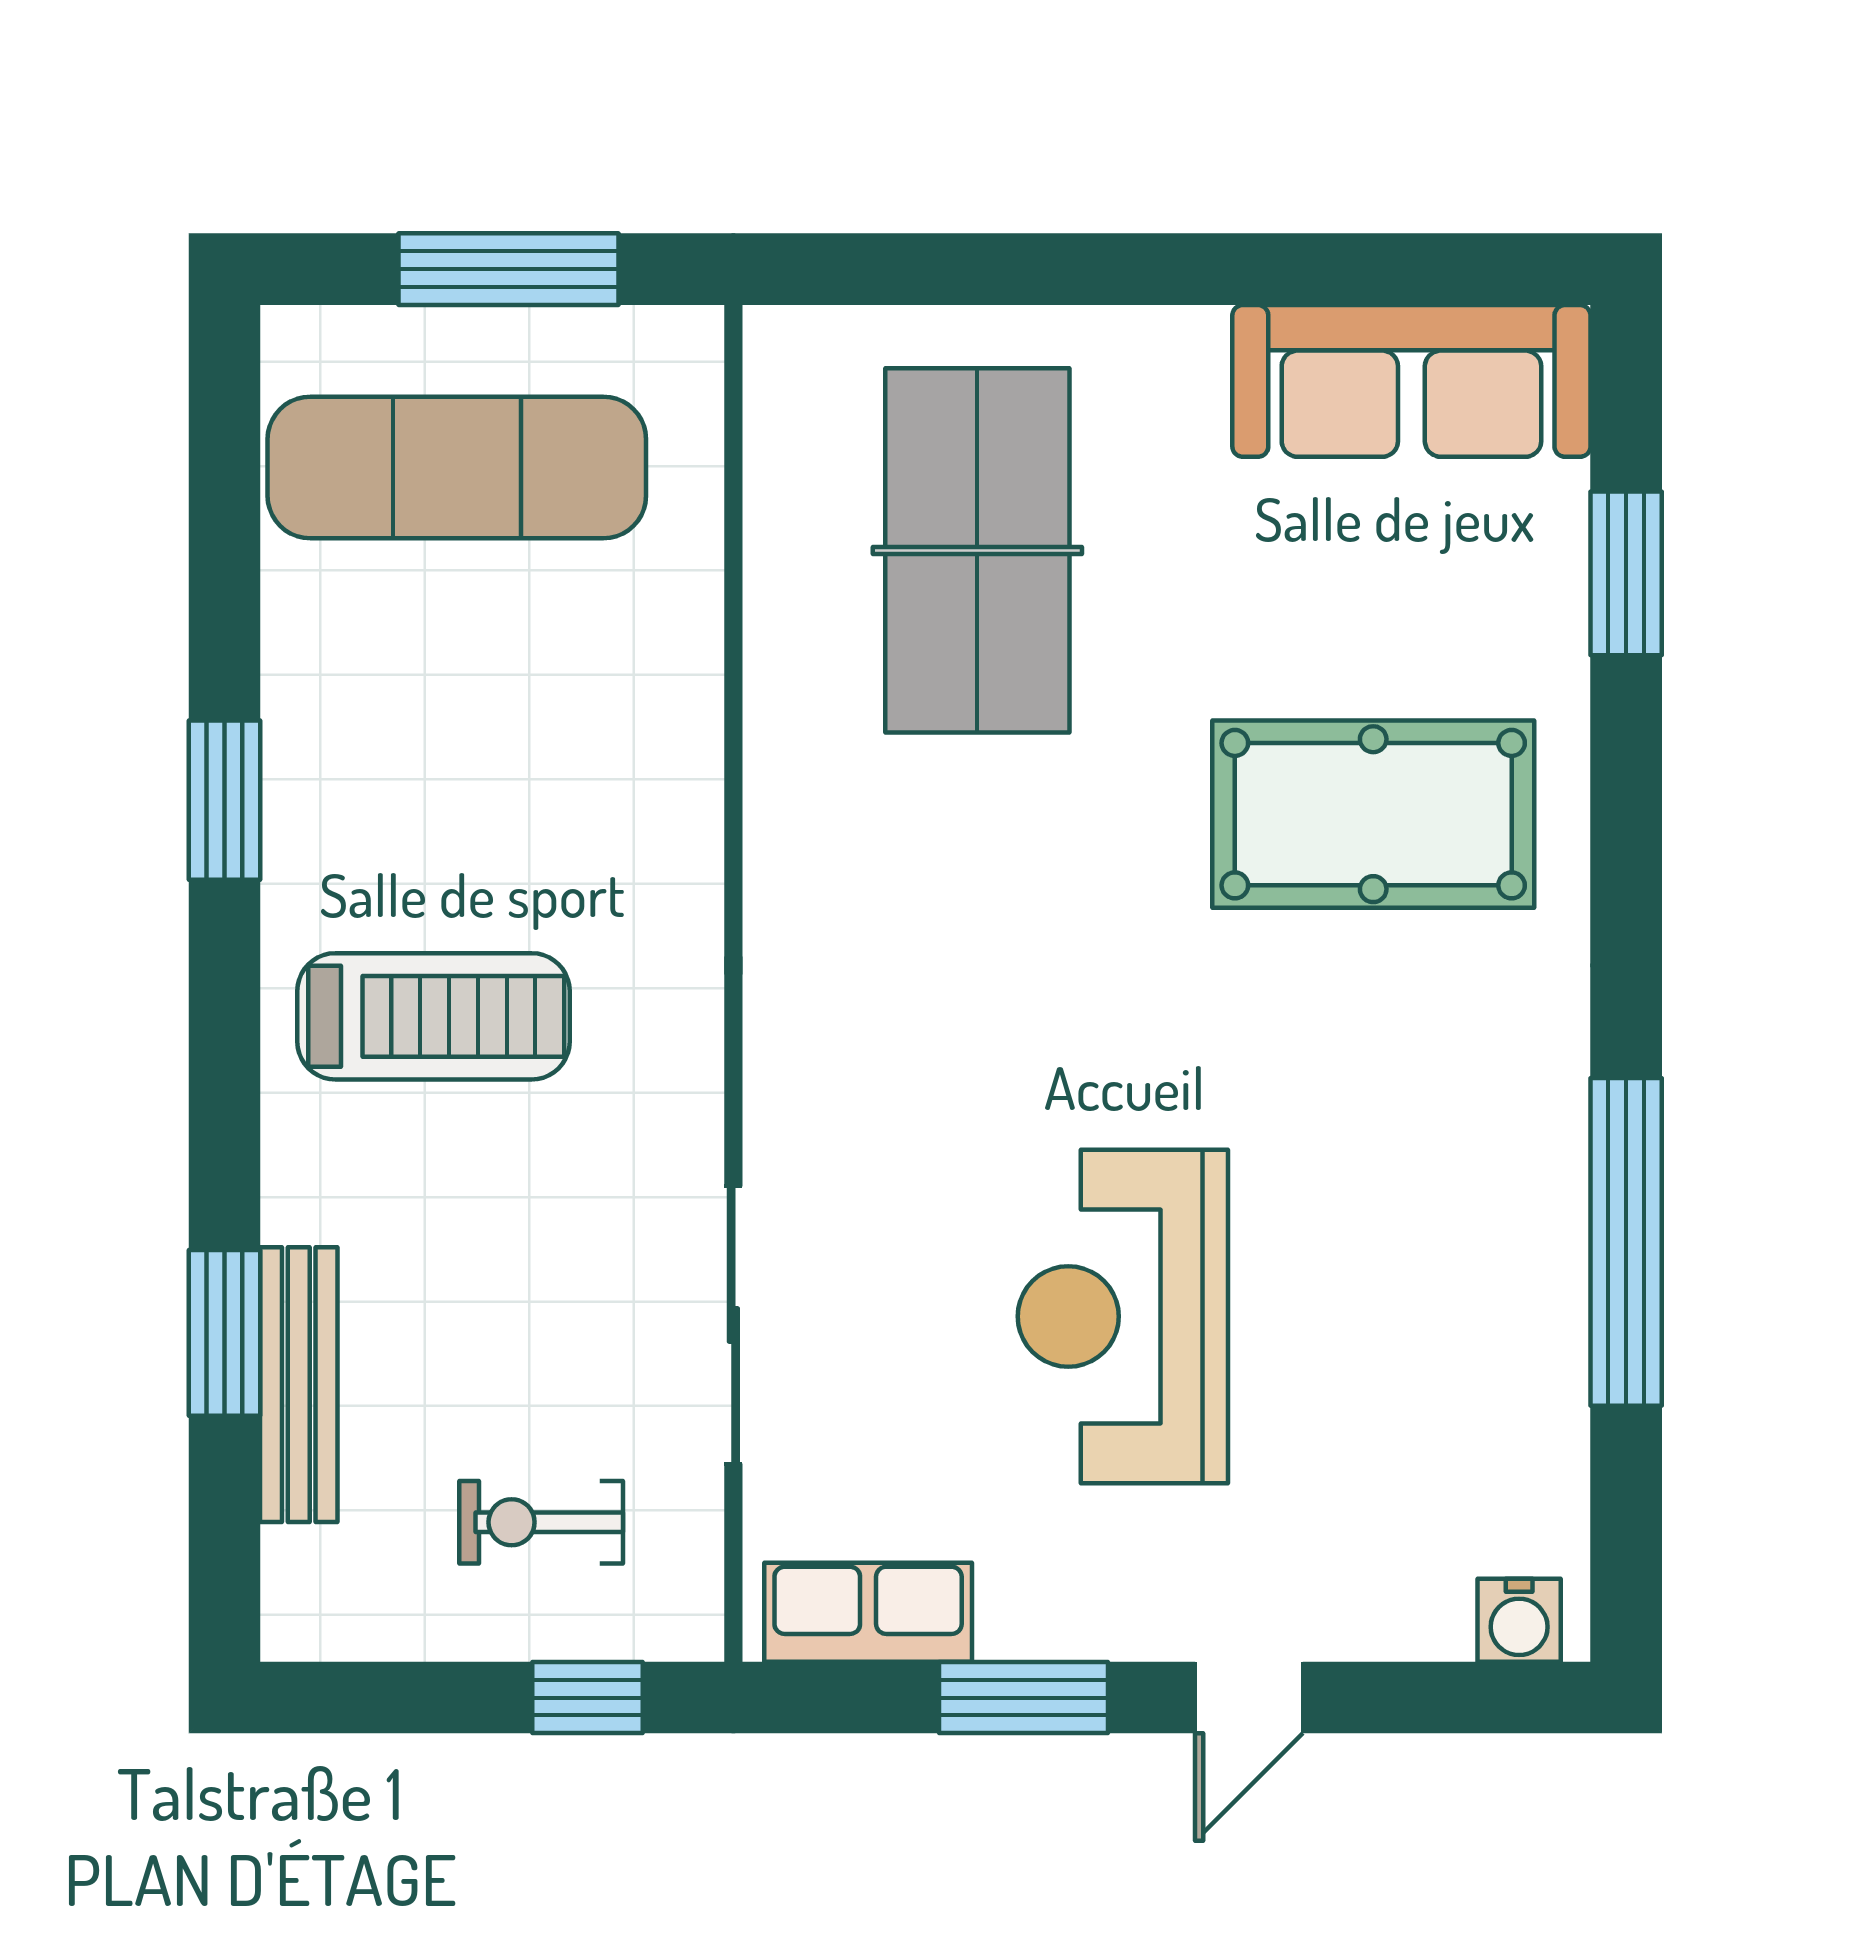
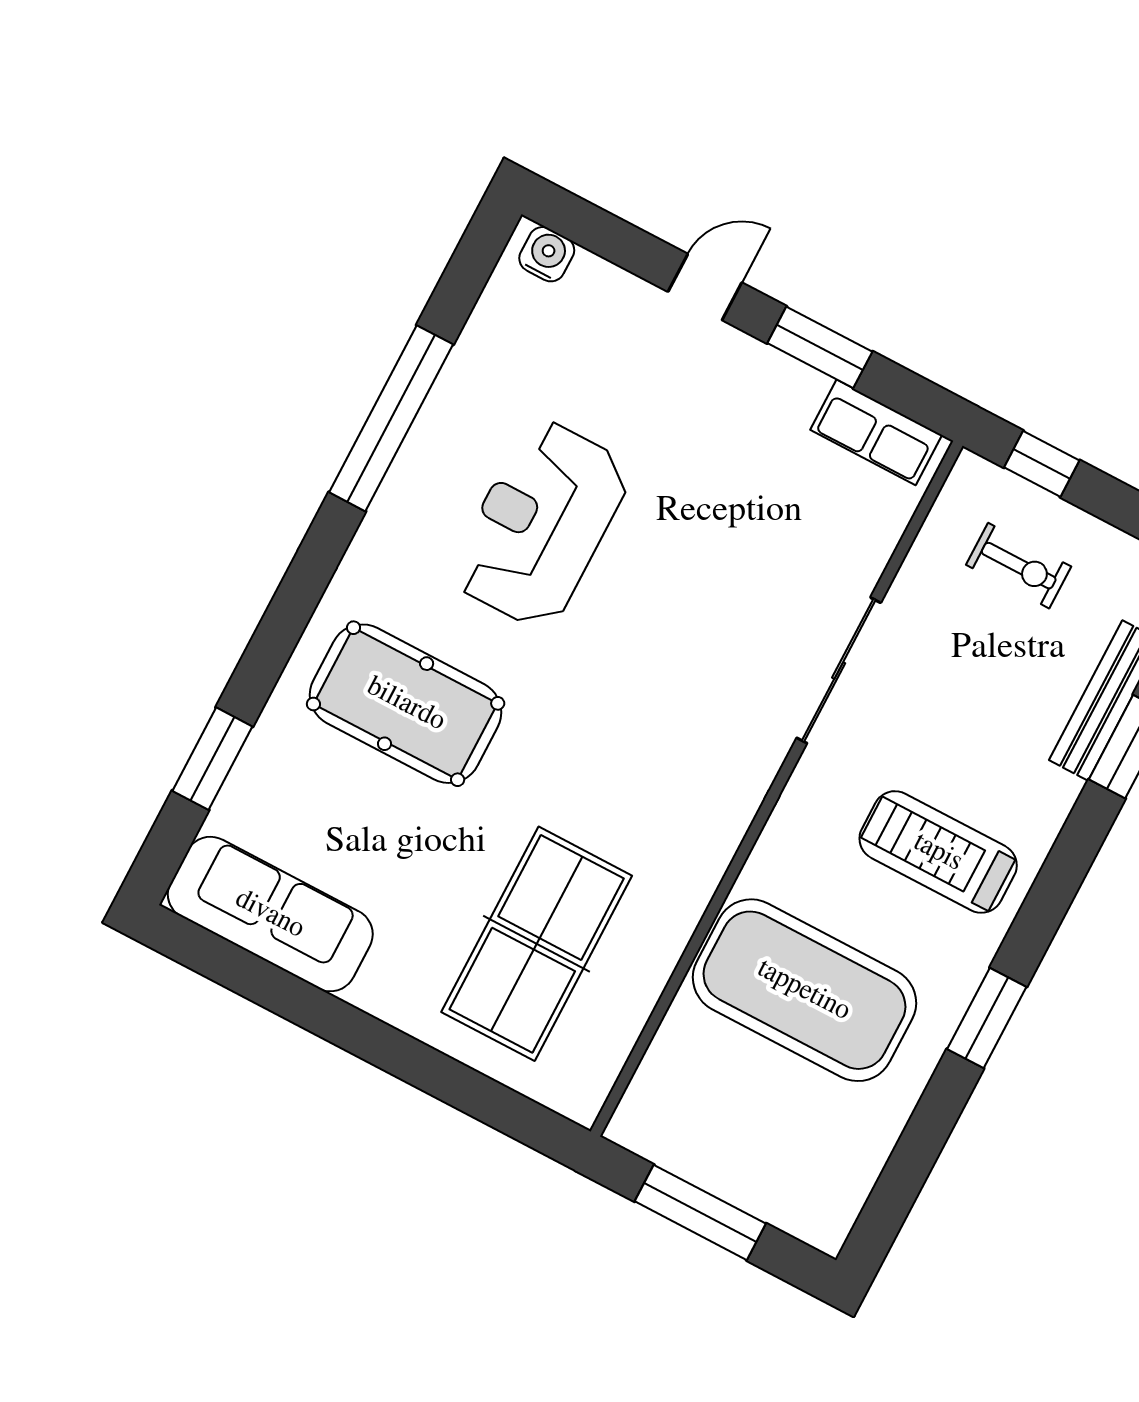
exercise mat: (457, 467) -> (804, 990), moved, width x1.47
reception desk: (1123, 1316) -> (541, 524), moved, turned 180
sliding door: (733, 1325) -> (839, 670), moved

